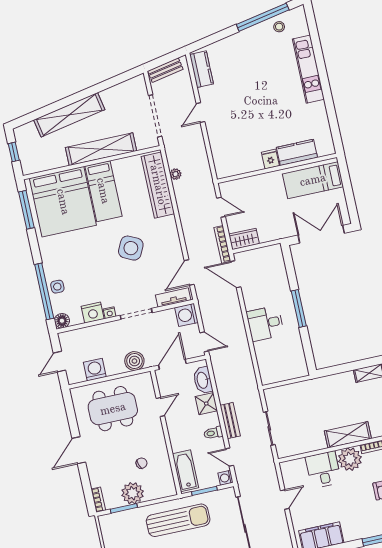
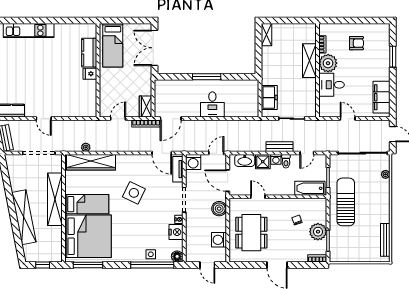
freezer: (290, 394) -> (269, 98), added
washing machine: (226, 478) -> (276, 159), moved

